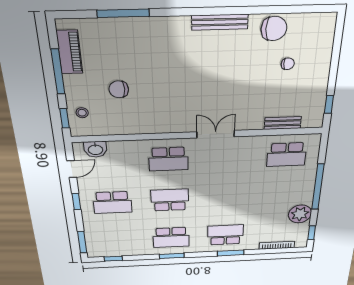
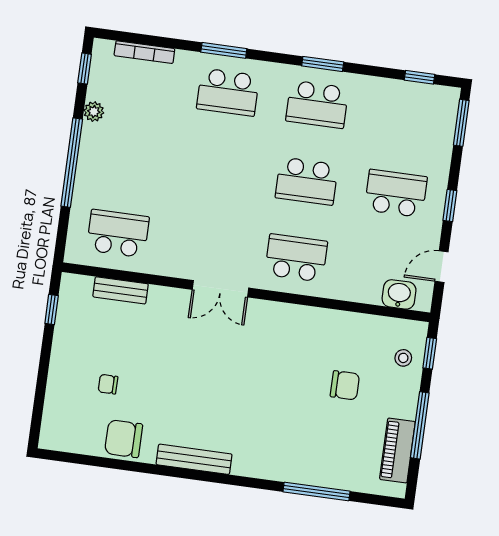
plant: (300, 214) -> (94, 112), width x0.53, depth x0.53
school desk: (171, 237) -> (317, 104), turned 180

